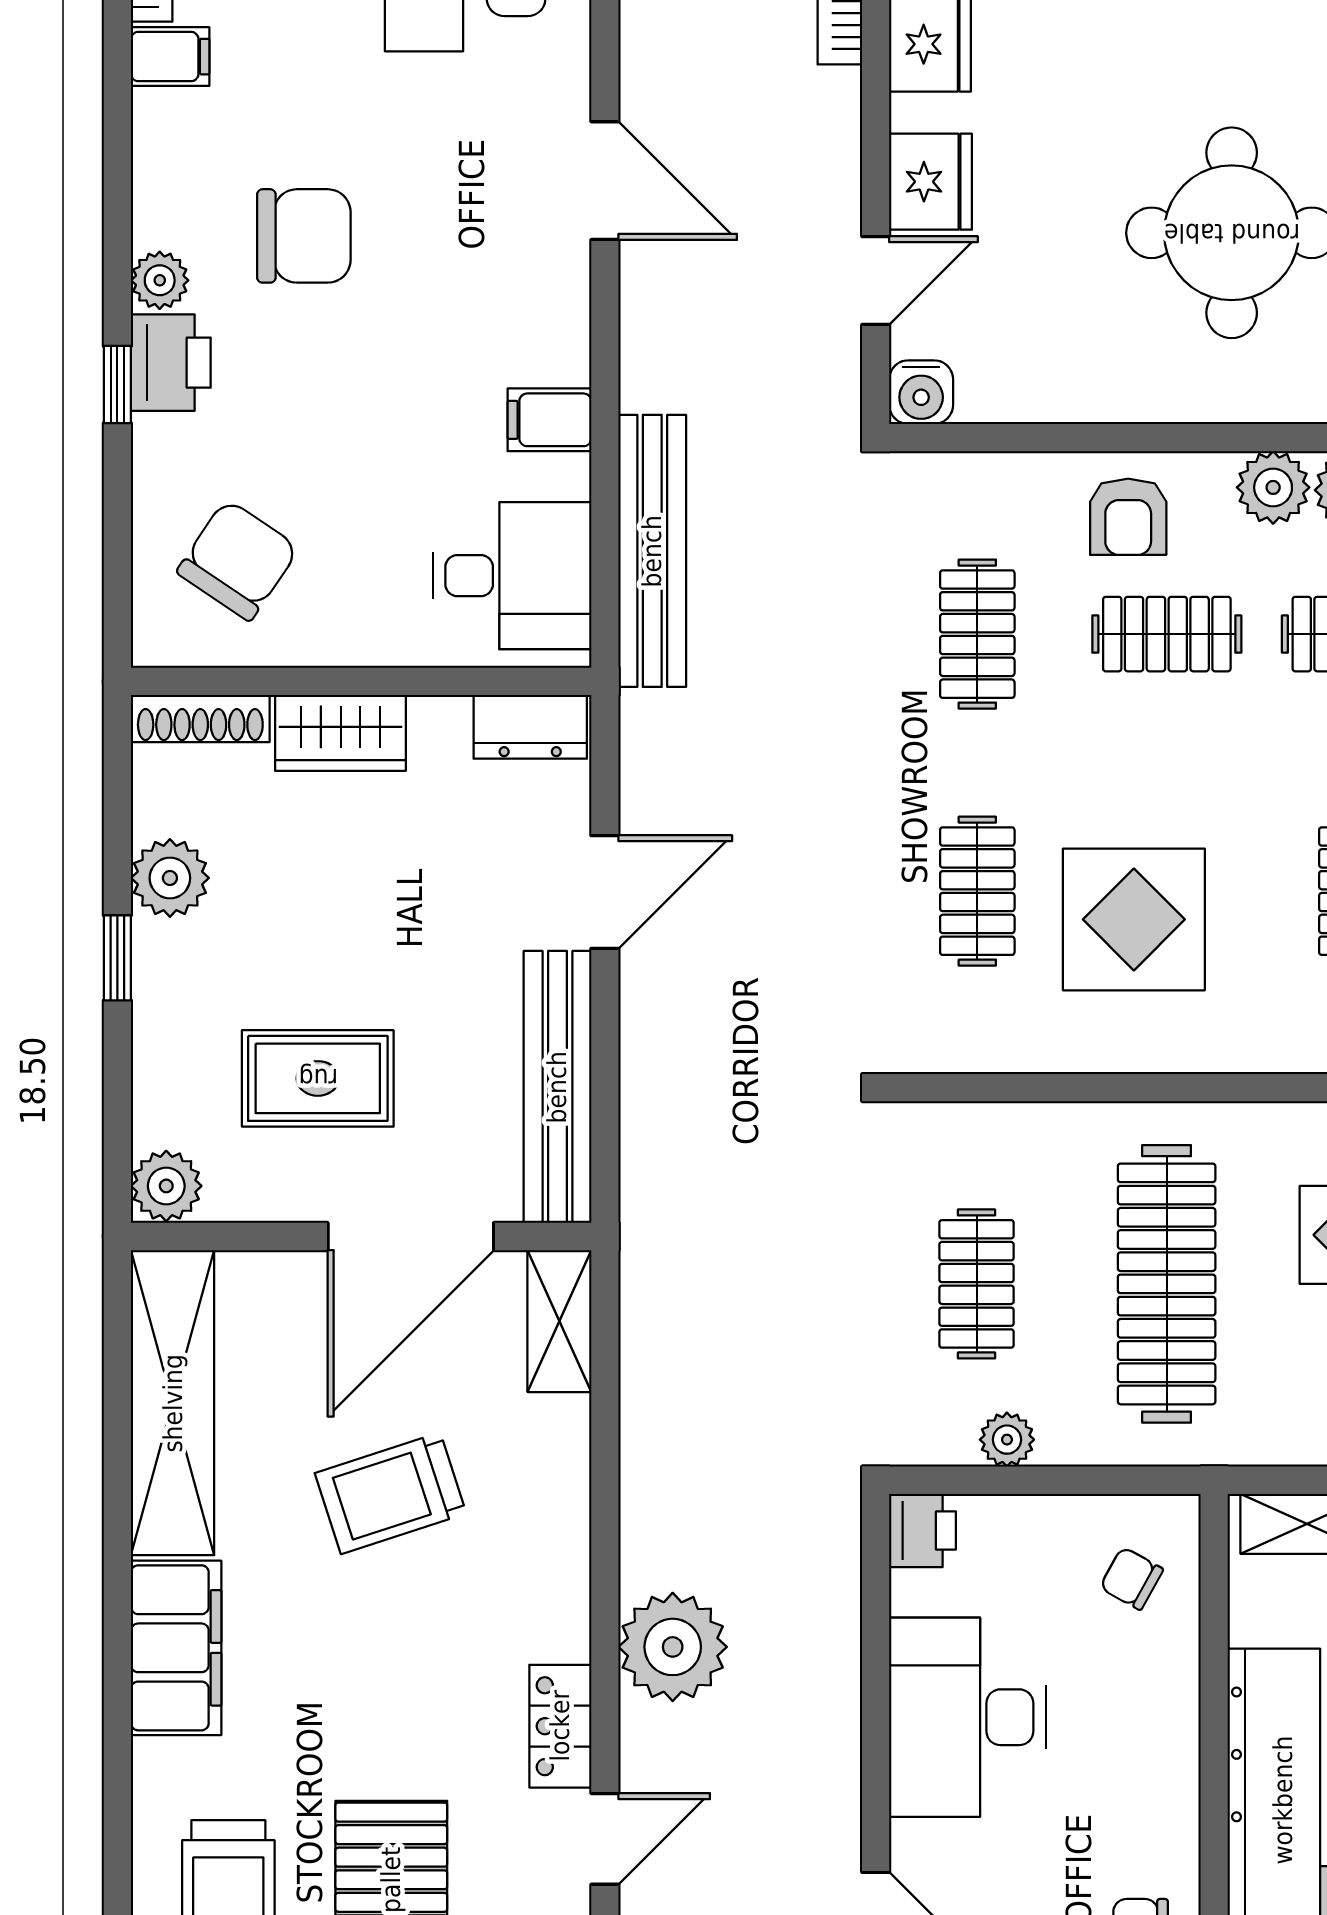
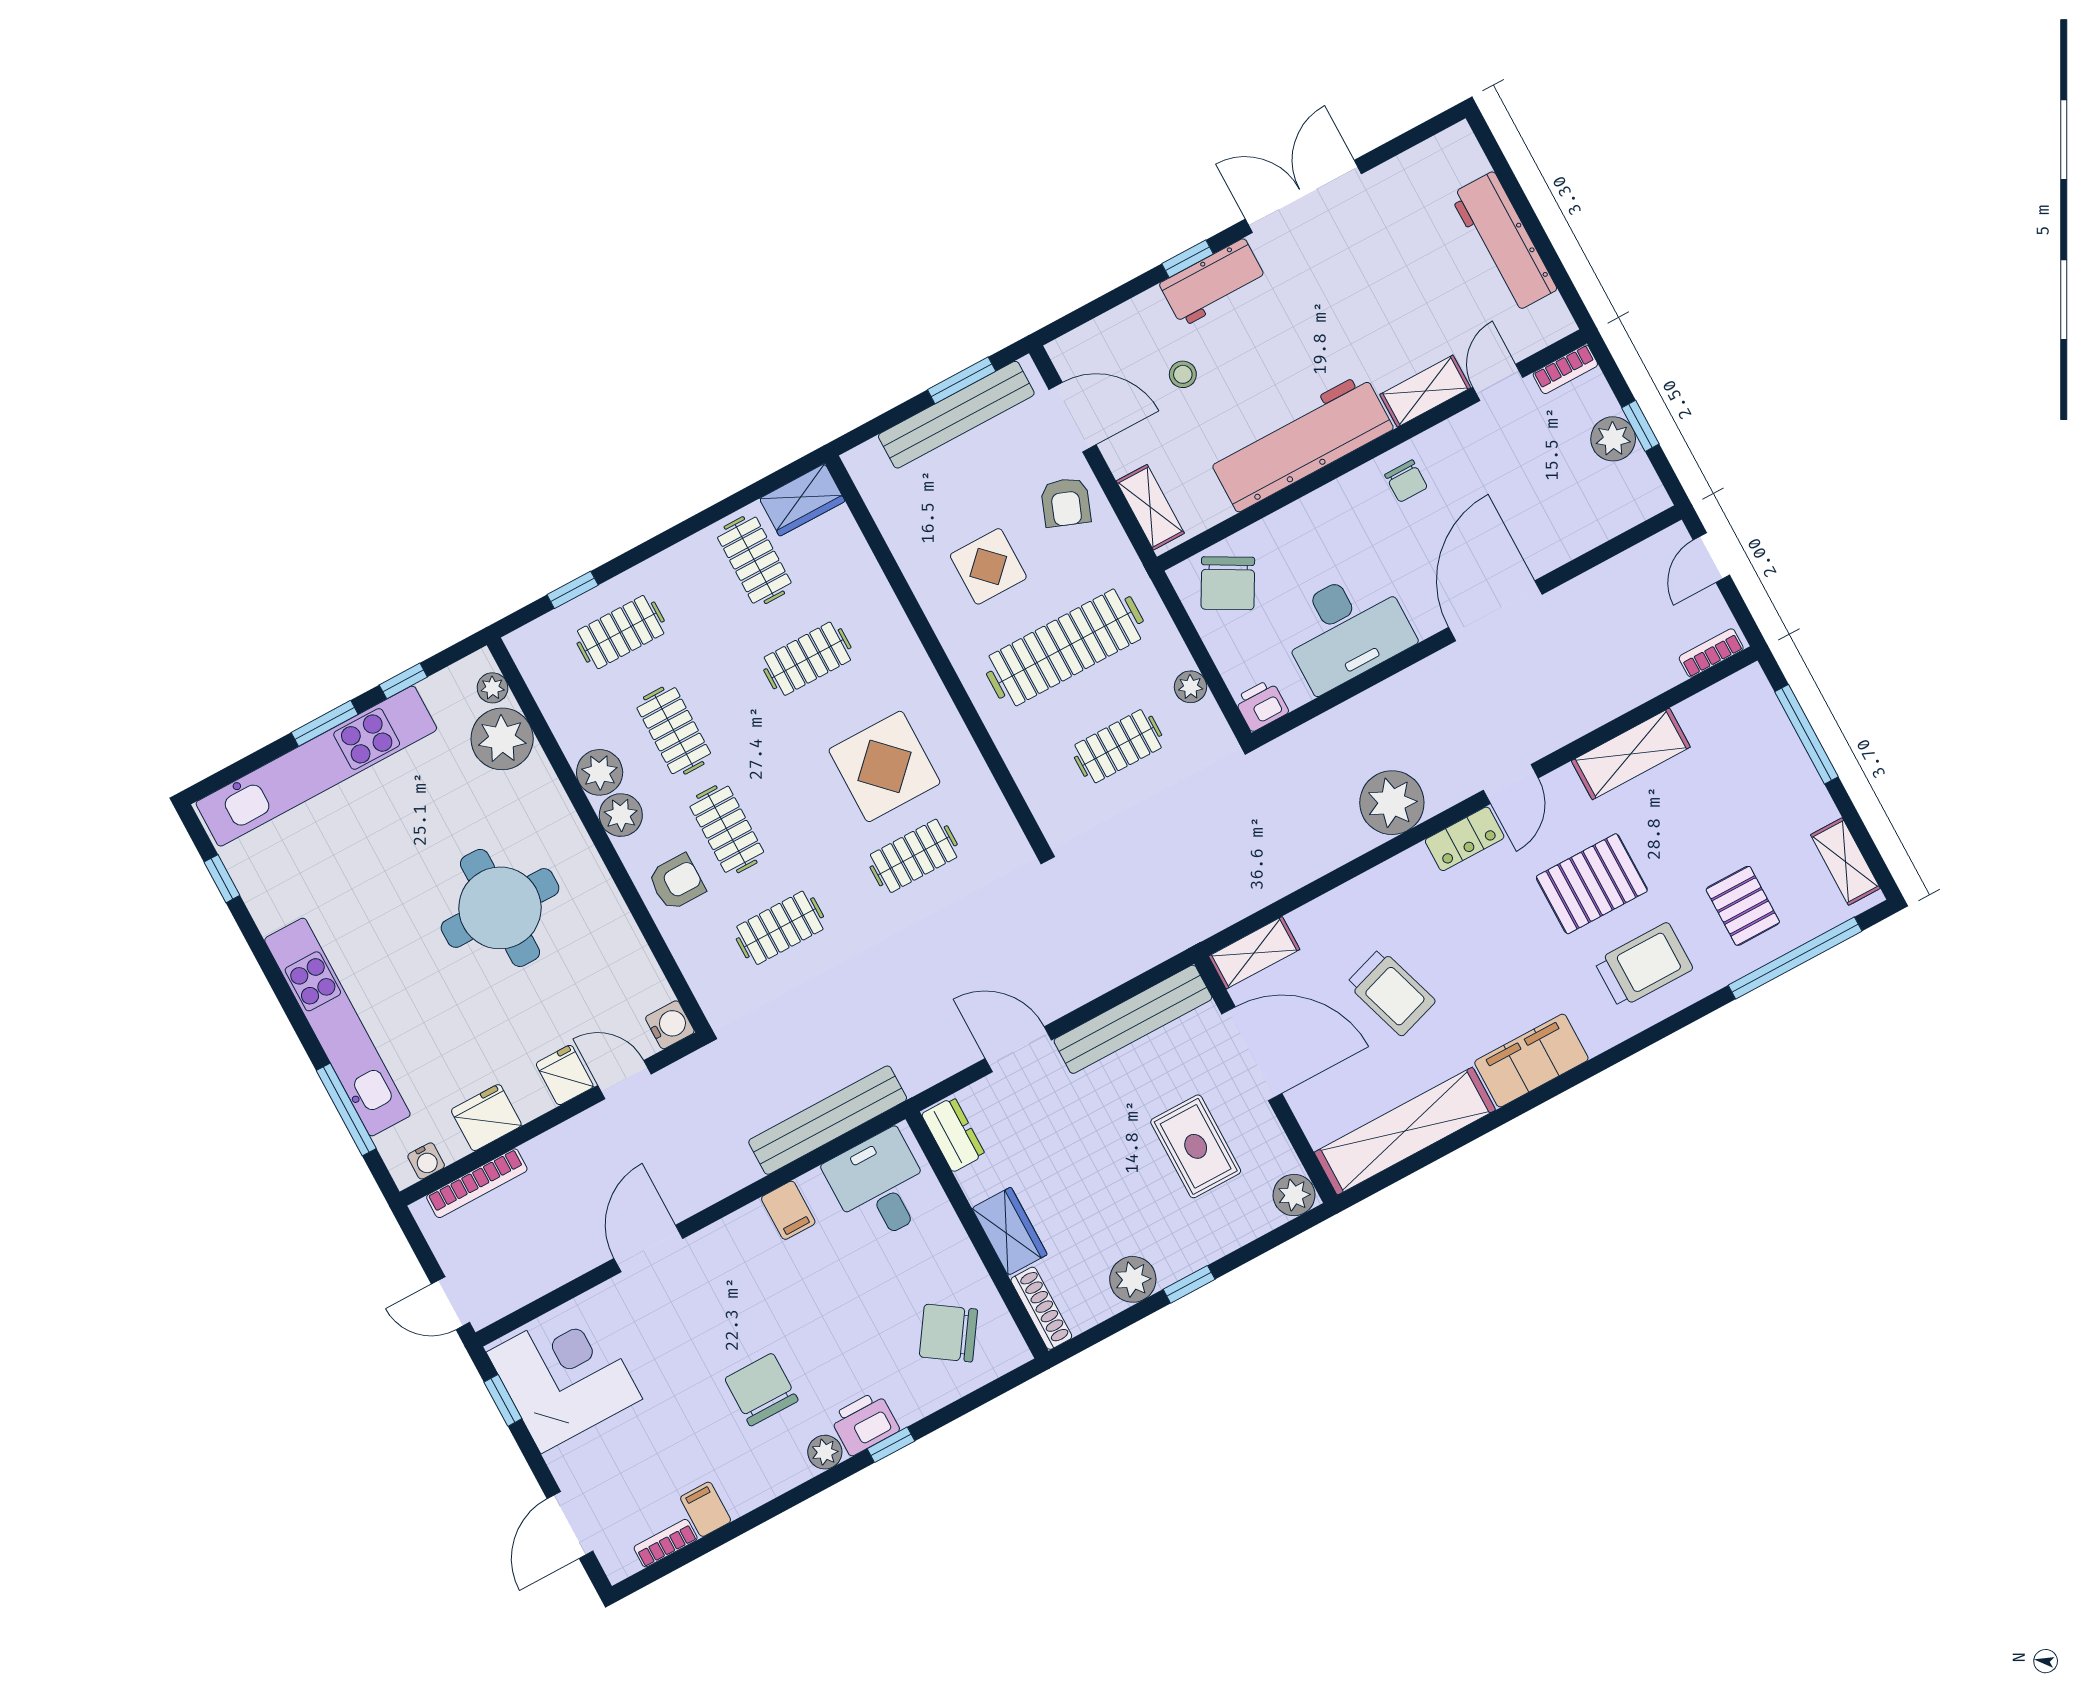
fridge: (931, 182) -> (565, 1075), width x0.72
chair: (1131, 1578) -> (1228, 583), width x1.87, depth x1.87
door: (605, 1839) -> (1511, 784), swing flipped

